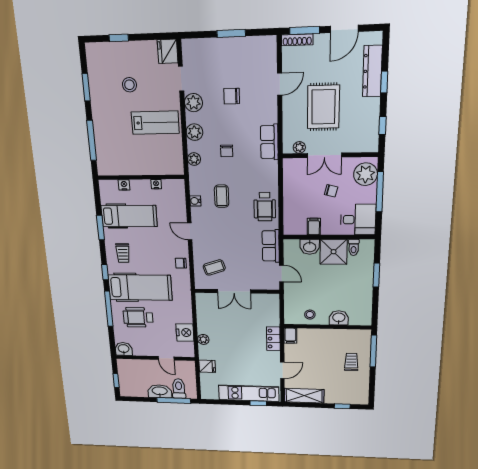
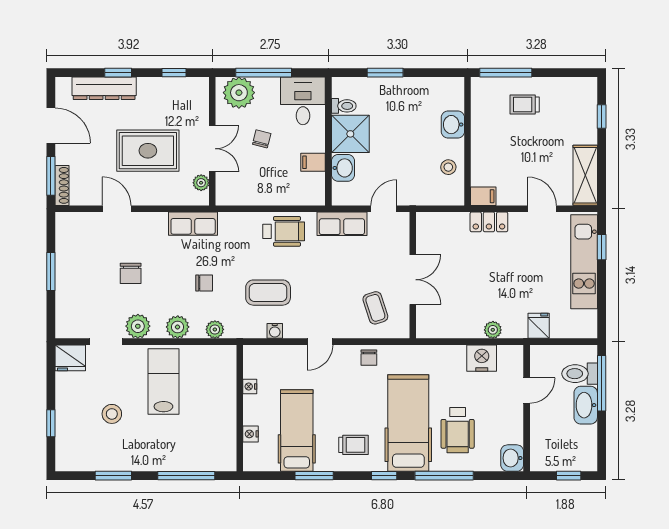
coffee table: (222, 196) -> (268, 293), width x1.36, depth x1.30

